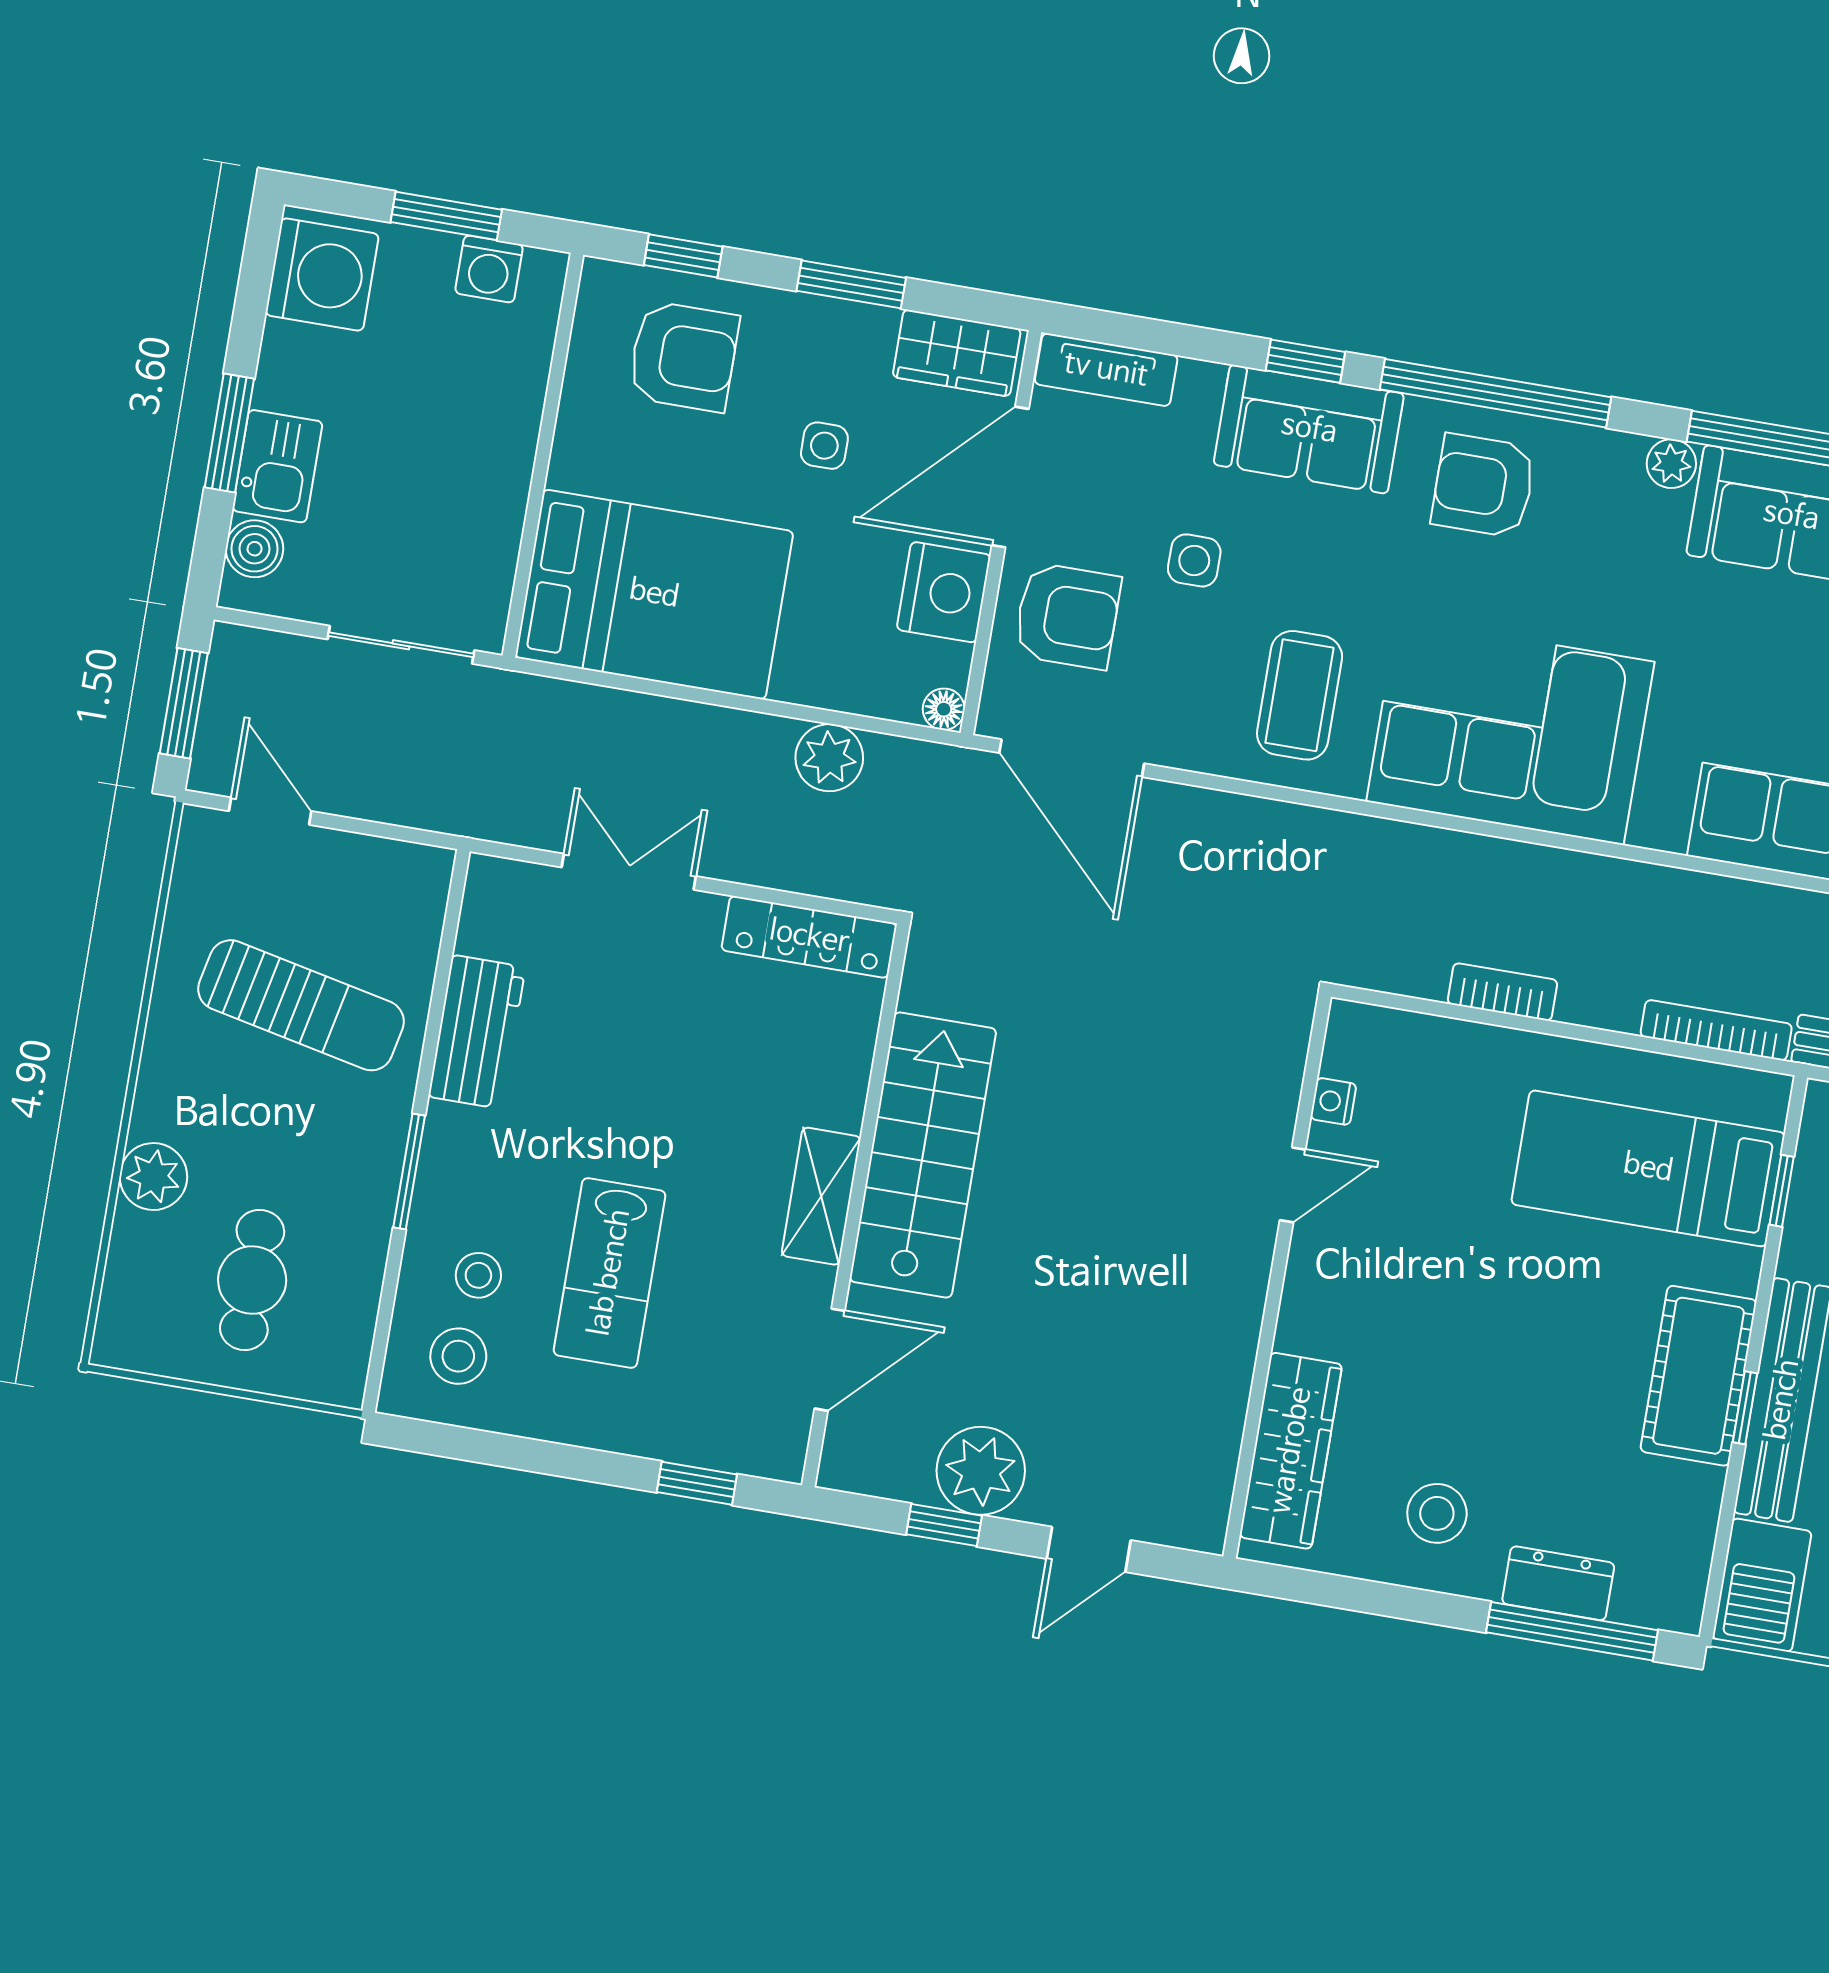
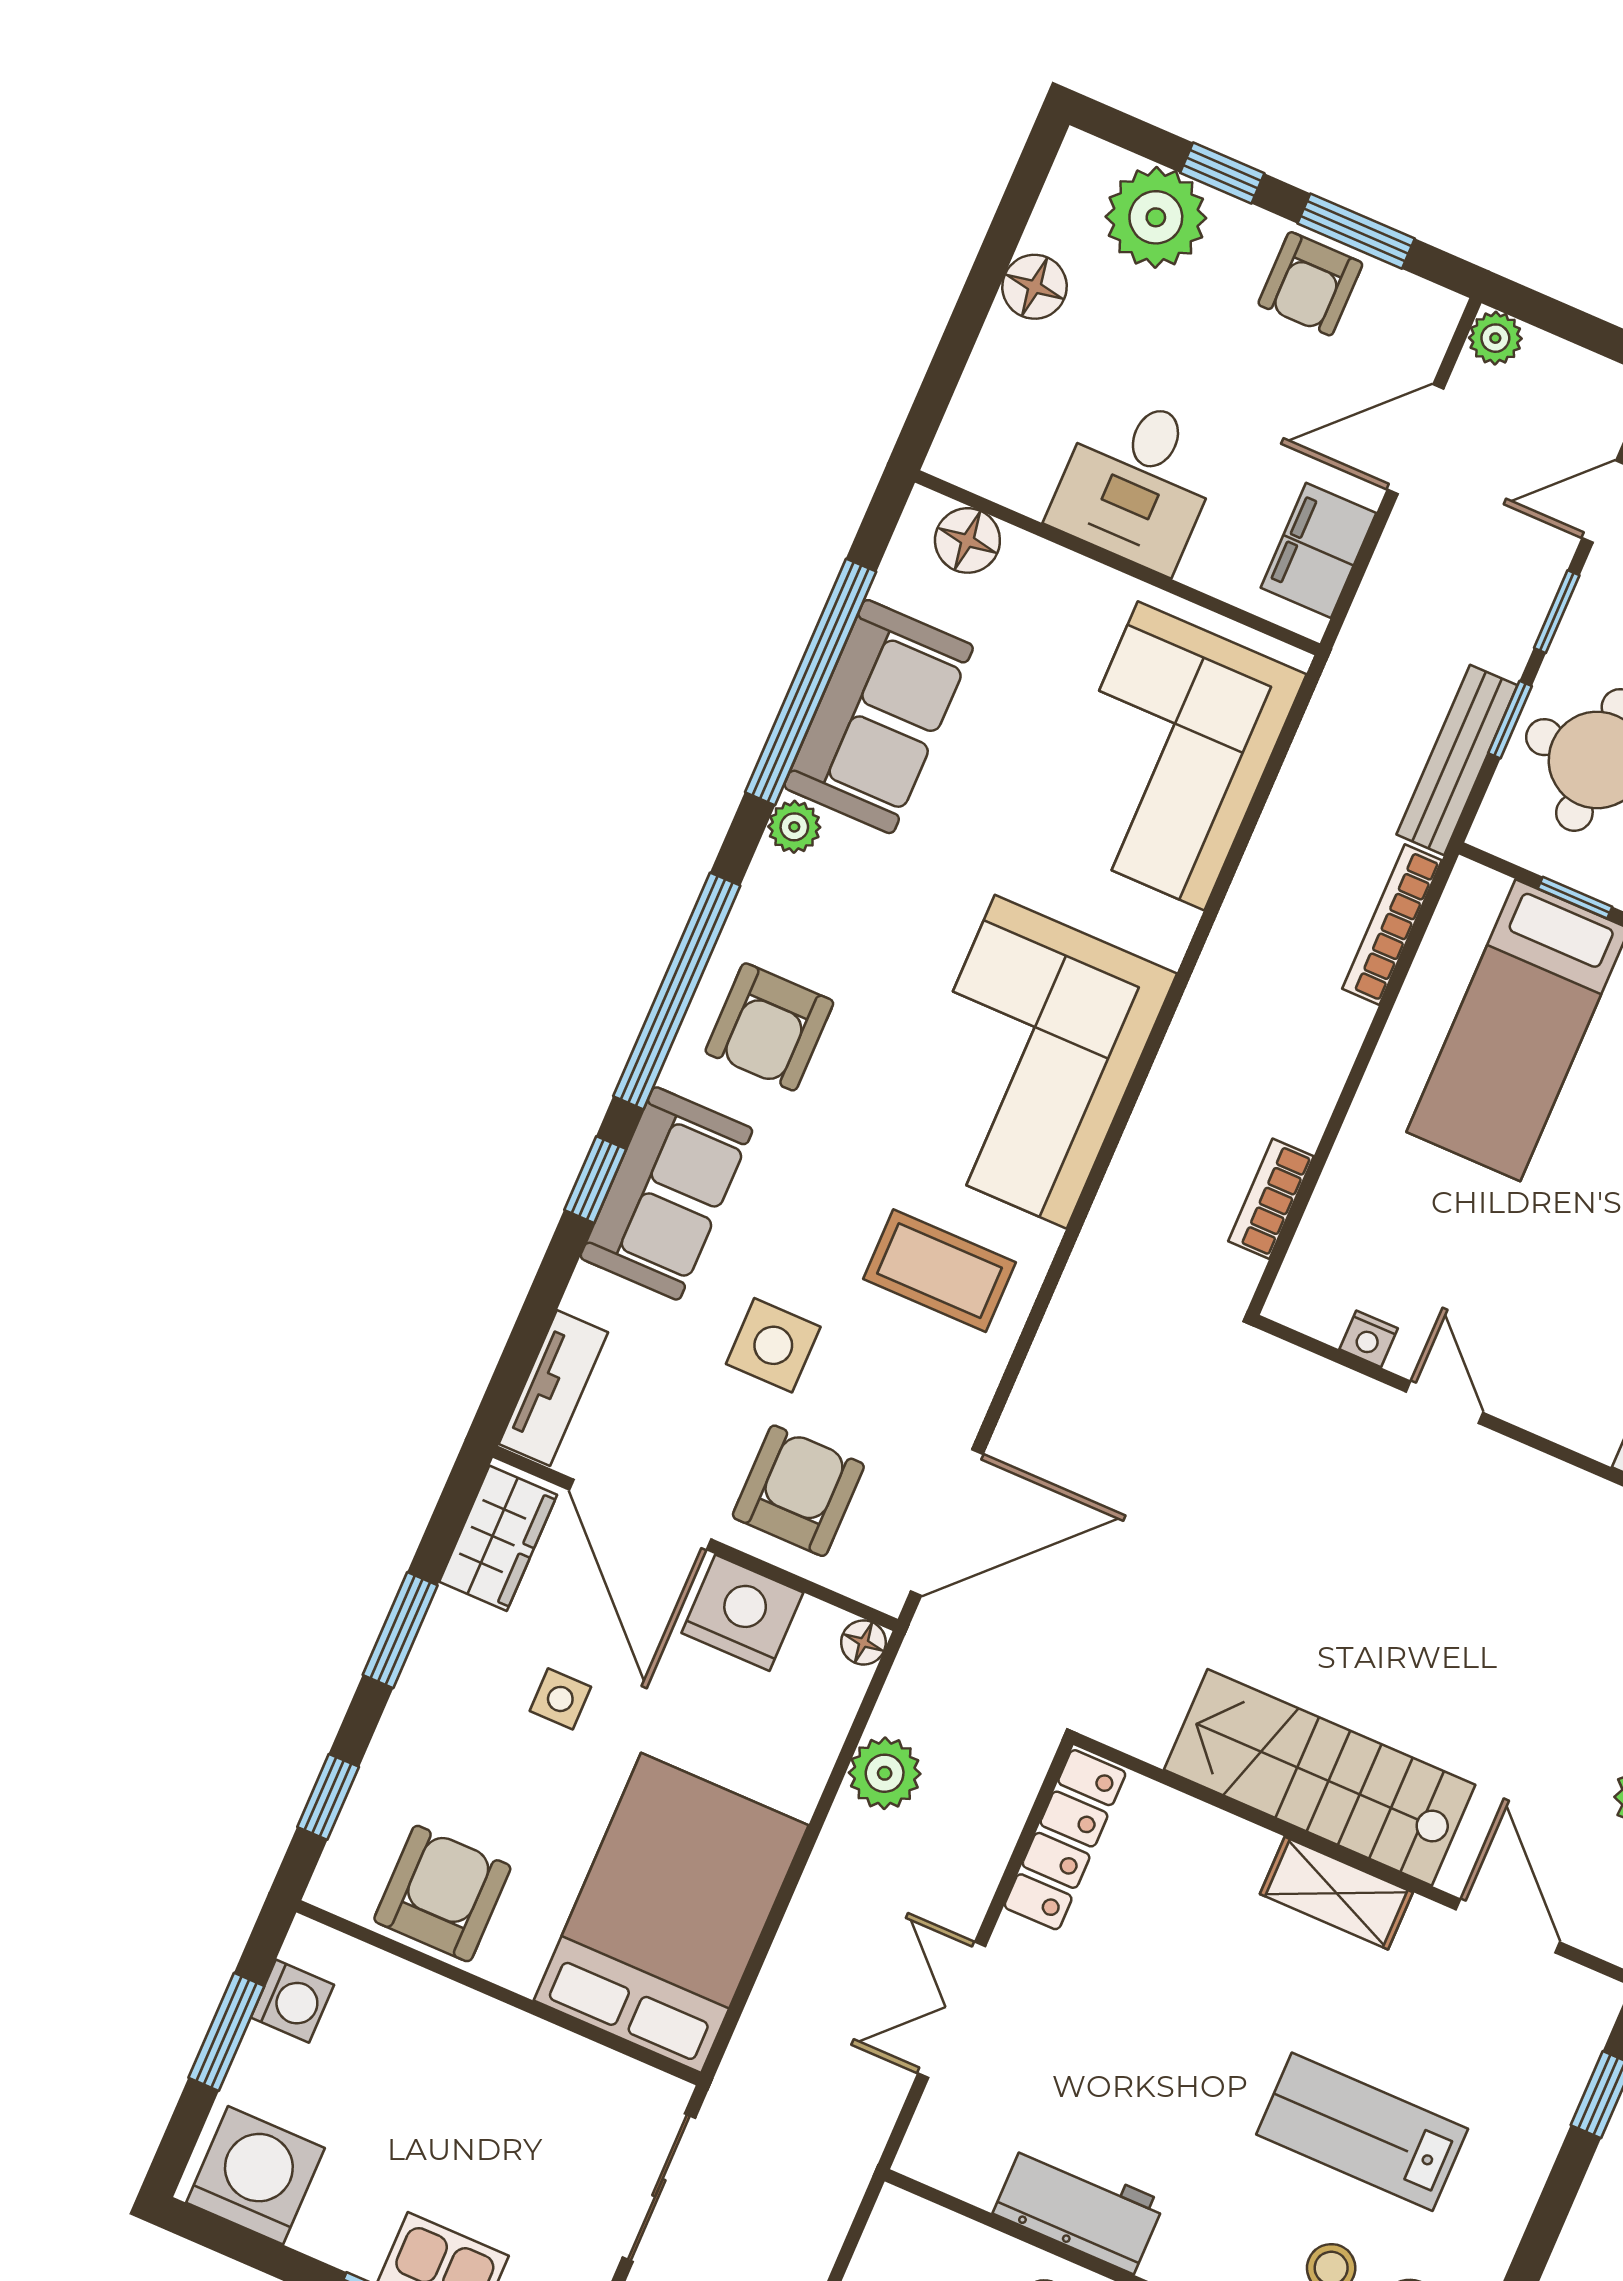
armchair: (683, 356) -> (442, 1894), moved
side table: (1194, 560) -> (773, 1345), width x1.37, depth x1.37
bookcase: (1502, 992) -> (1271, 1199), moved
lab bench: (610, 1273) -> (1362, 2132), turned 180

